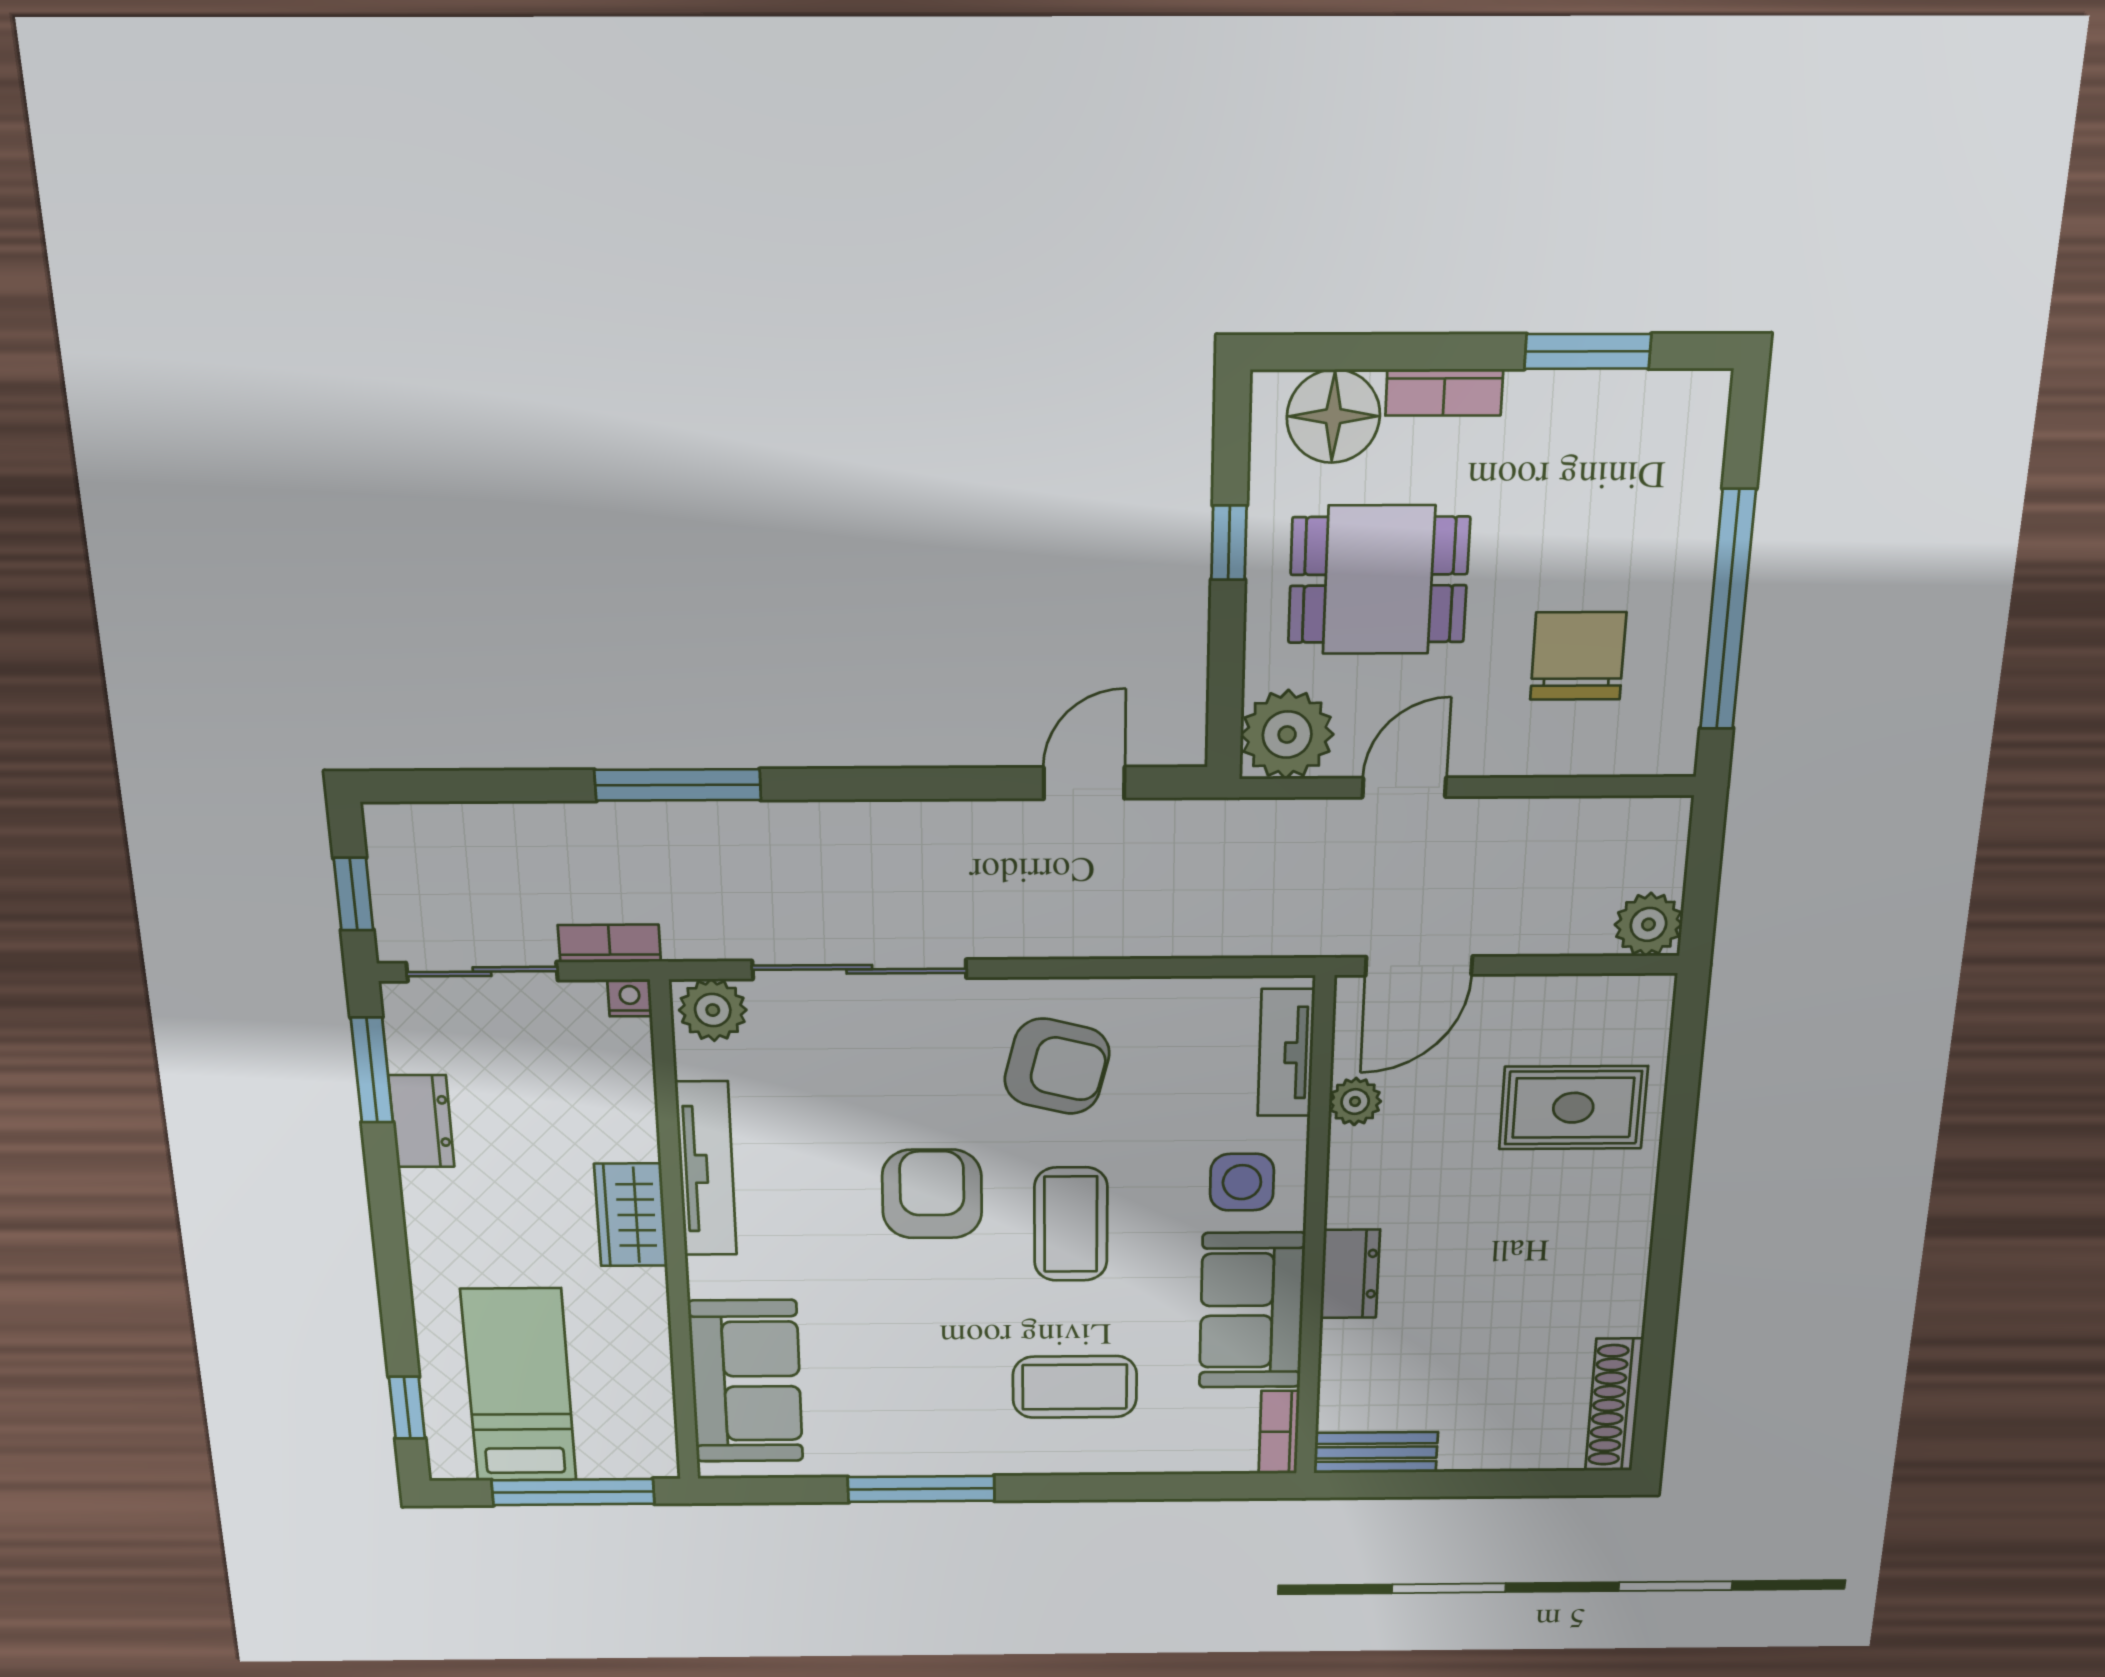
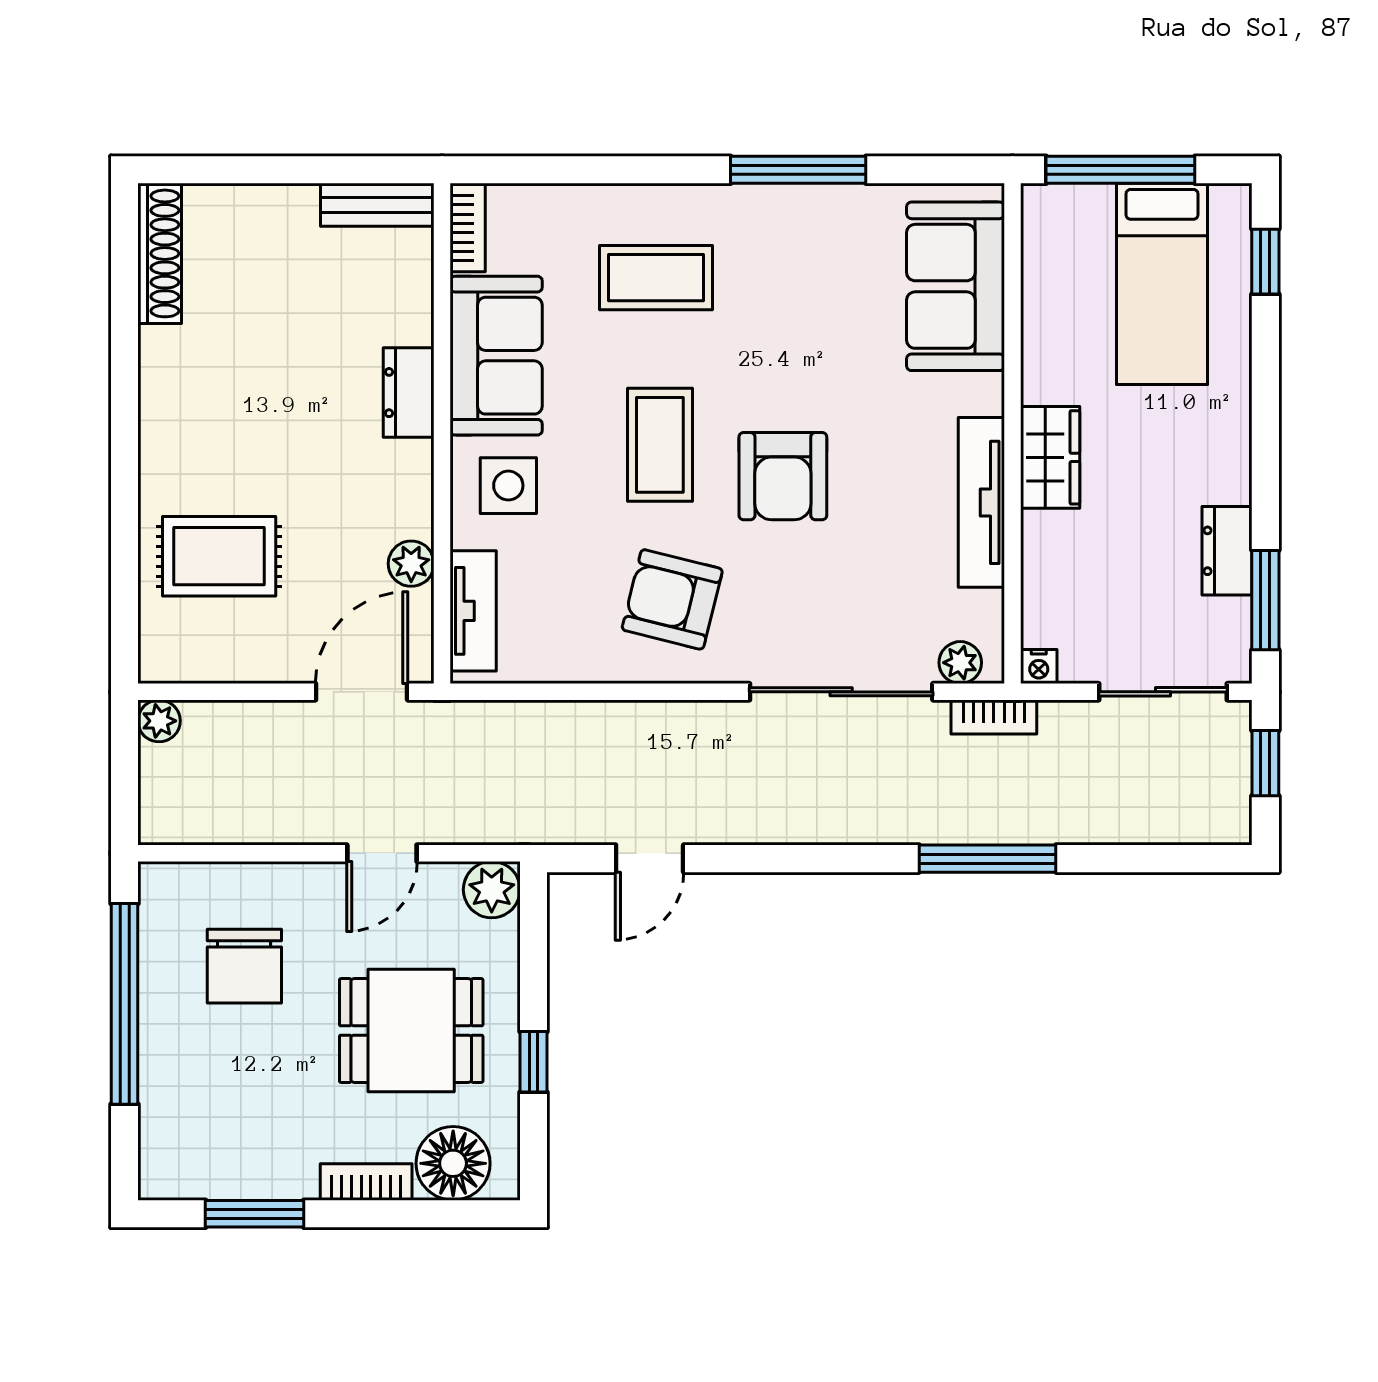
plant: (1287, 735) -> (492, 890), width x0.73, depth x0.73
plant: (1648, 924) -> (159, 721), width x0.73, depth x0.73
bookcase: (609, 943) -> (994, 717), moved
plant: (713, 1010) -> (960, 663), width x0.73, depth x0.73

